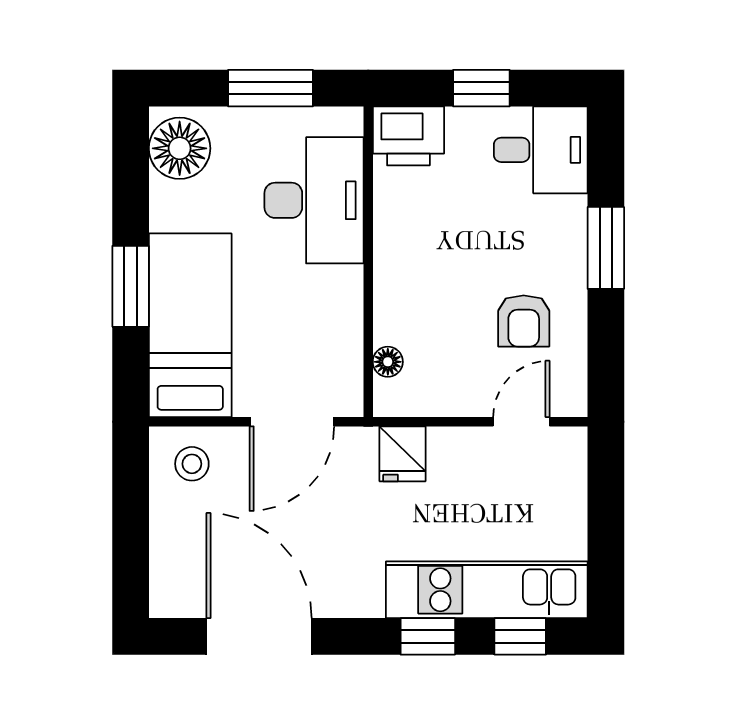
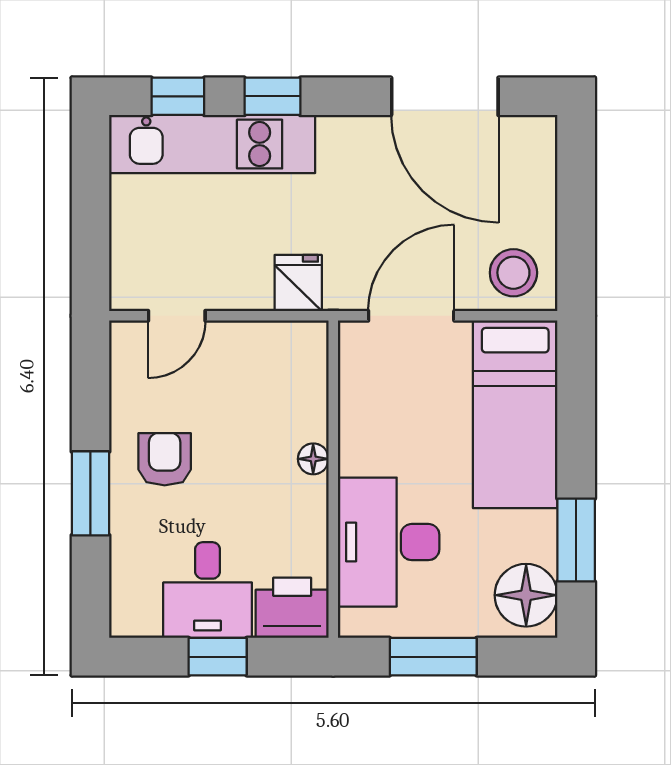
desk: (541, 150) -> (208, 590), moved, turned -90
window: (131, 286) -> (576, 540), moved
armchair: (524, 321) -> (165, 459), moved
floor lamp: (388, 362) -> (313, 459), moved
stool: (192, 464) -> (513, 273), width x1.37, depth x1.37

